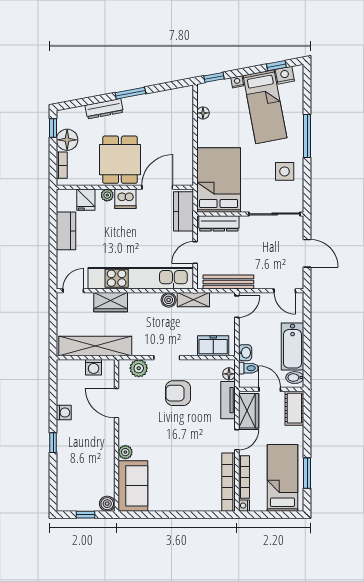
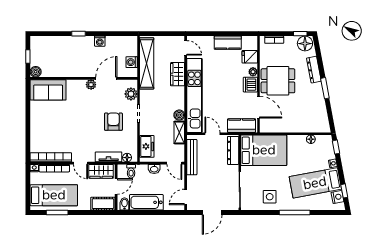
floor lamp: (67, 140) -> (305, 44), moved
washbasin: (245, 353) -> (154, 169), moved
plant: (125, 452) -> (91, 85), moved

